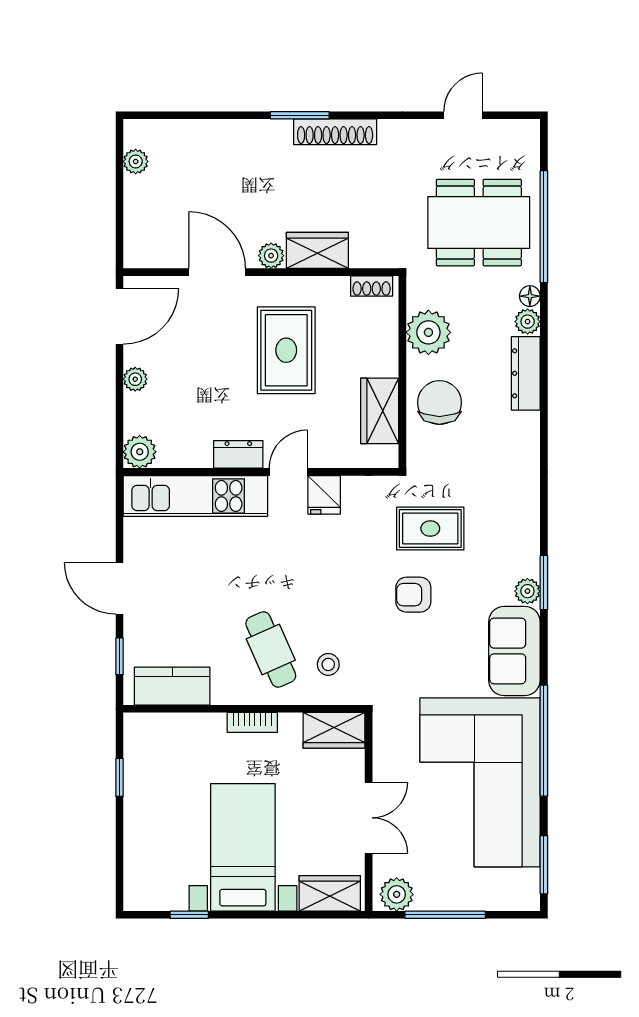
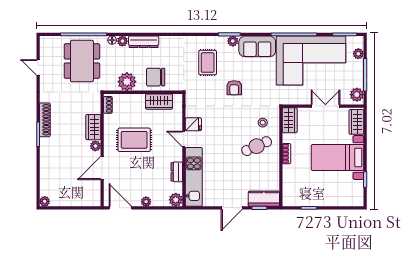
plant: (136, 161) -> (45, 201), moved
dresser: (238, 454) -> (177, 172), moved
rug: (430, 529) -> (208, 63), moved
kitchen counter: (172, 686) -> (264, 199), moved, turned 90
plant: (497, 898) -> (358, 54), added

